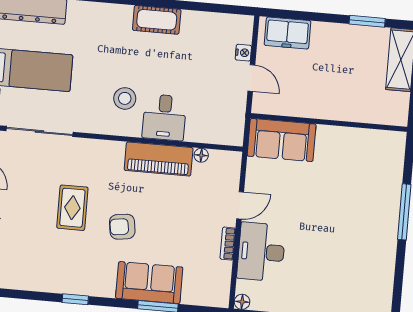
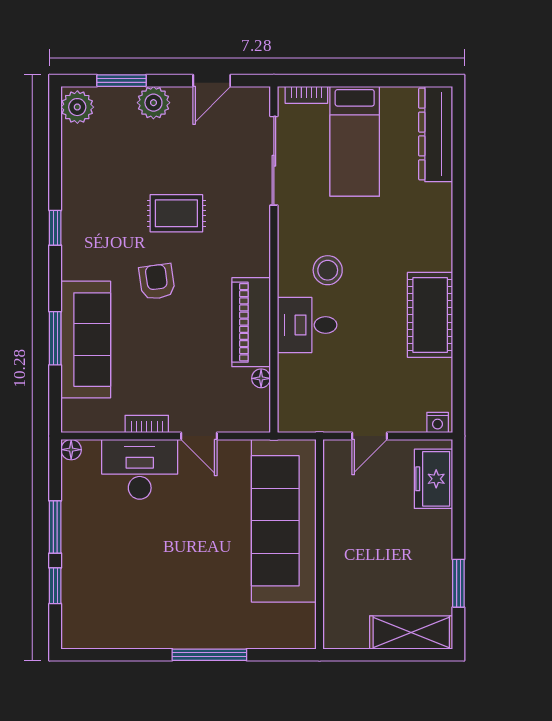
cot: (157, 20) -> (430, 315), width x1.37, depth x1.34
nightstand: (243, 53) -> (438, 422), moved
sofa: (282, 140) -> (284, 521), width x1.85, depth x1.27
sofa: (149, 283) -> (86, 340), width x1.36

